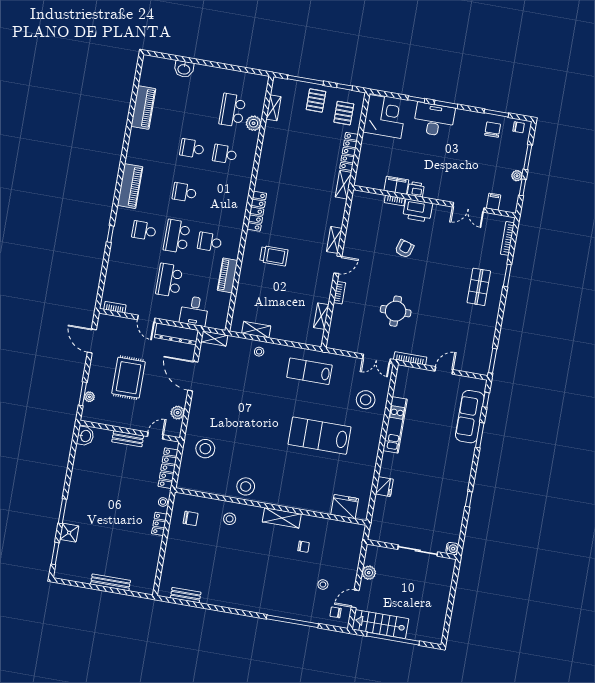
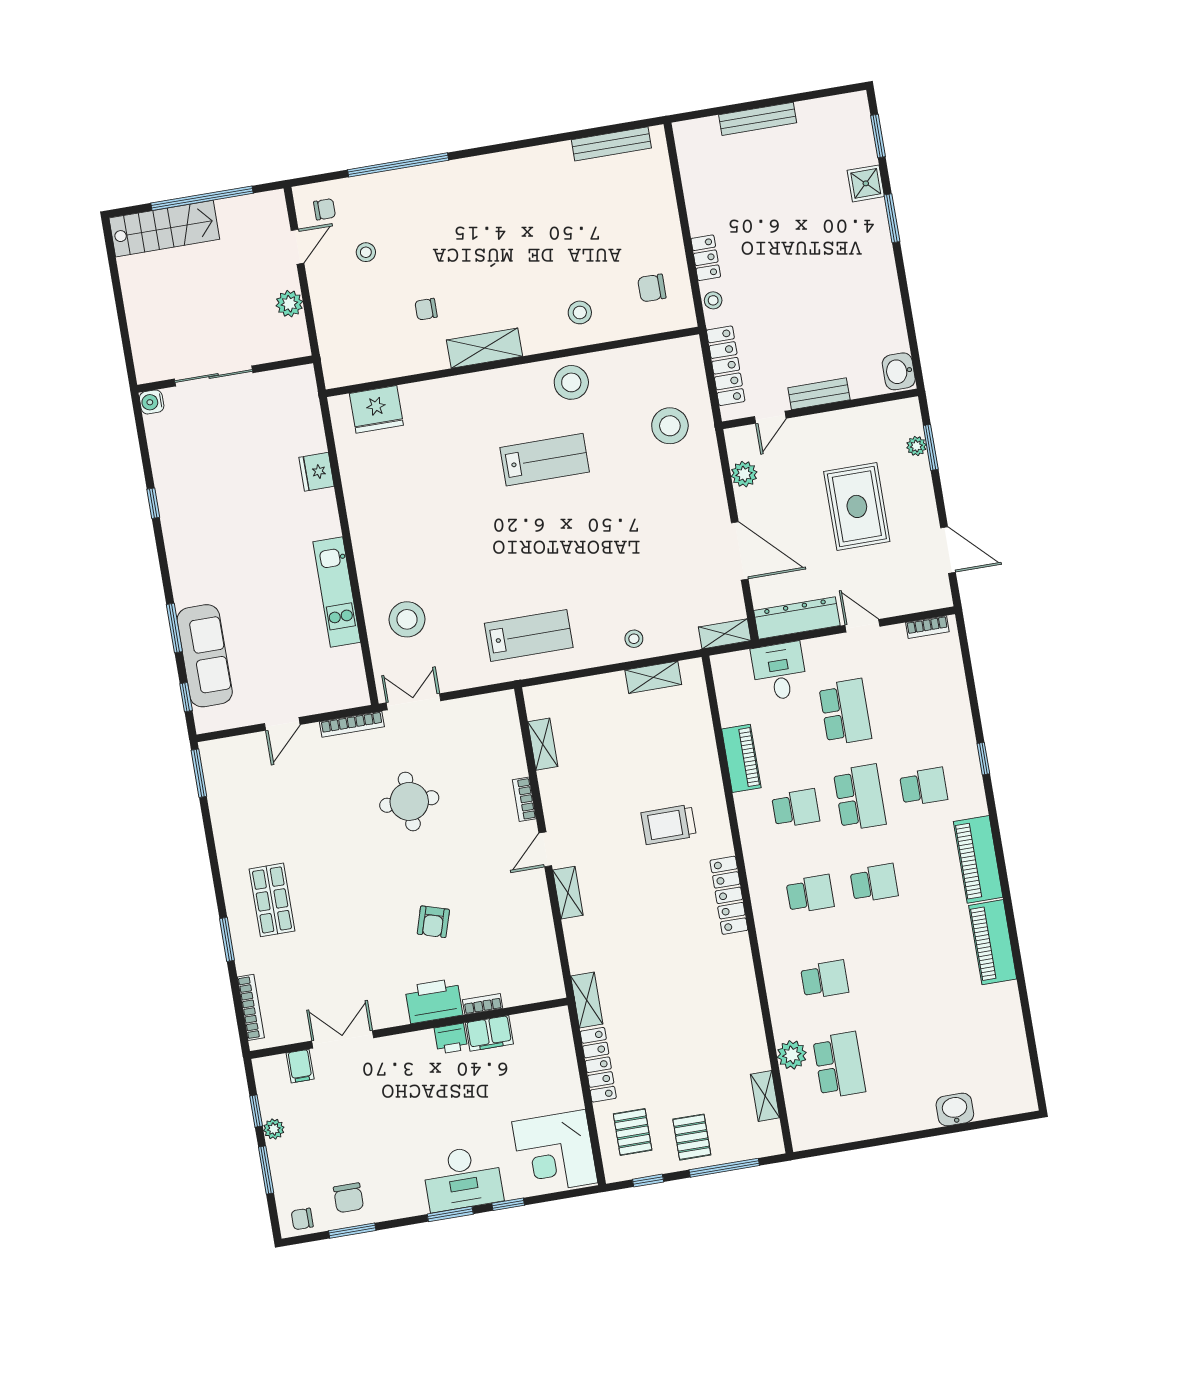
piano: (143, 108) -> (993, 942), moved
school desk: (192, 148) -> (810, 894), moved
lab bench: (320, 436) -> (545, 460), moved, width x0.73, depth x0.72
bench: (186, 595) -> (611, 144), width x1.36
stairs: (380, 624) -> (164, 229), moved

